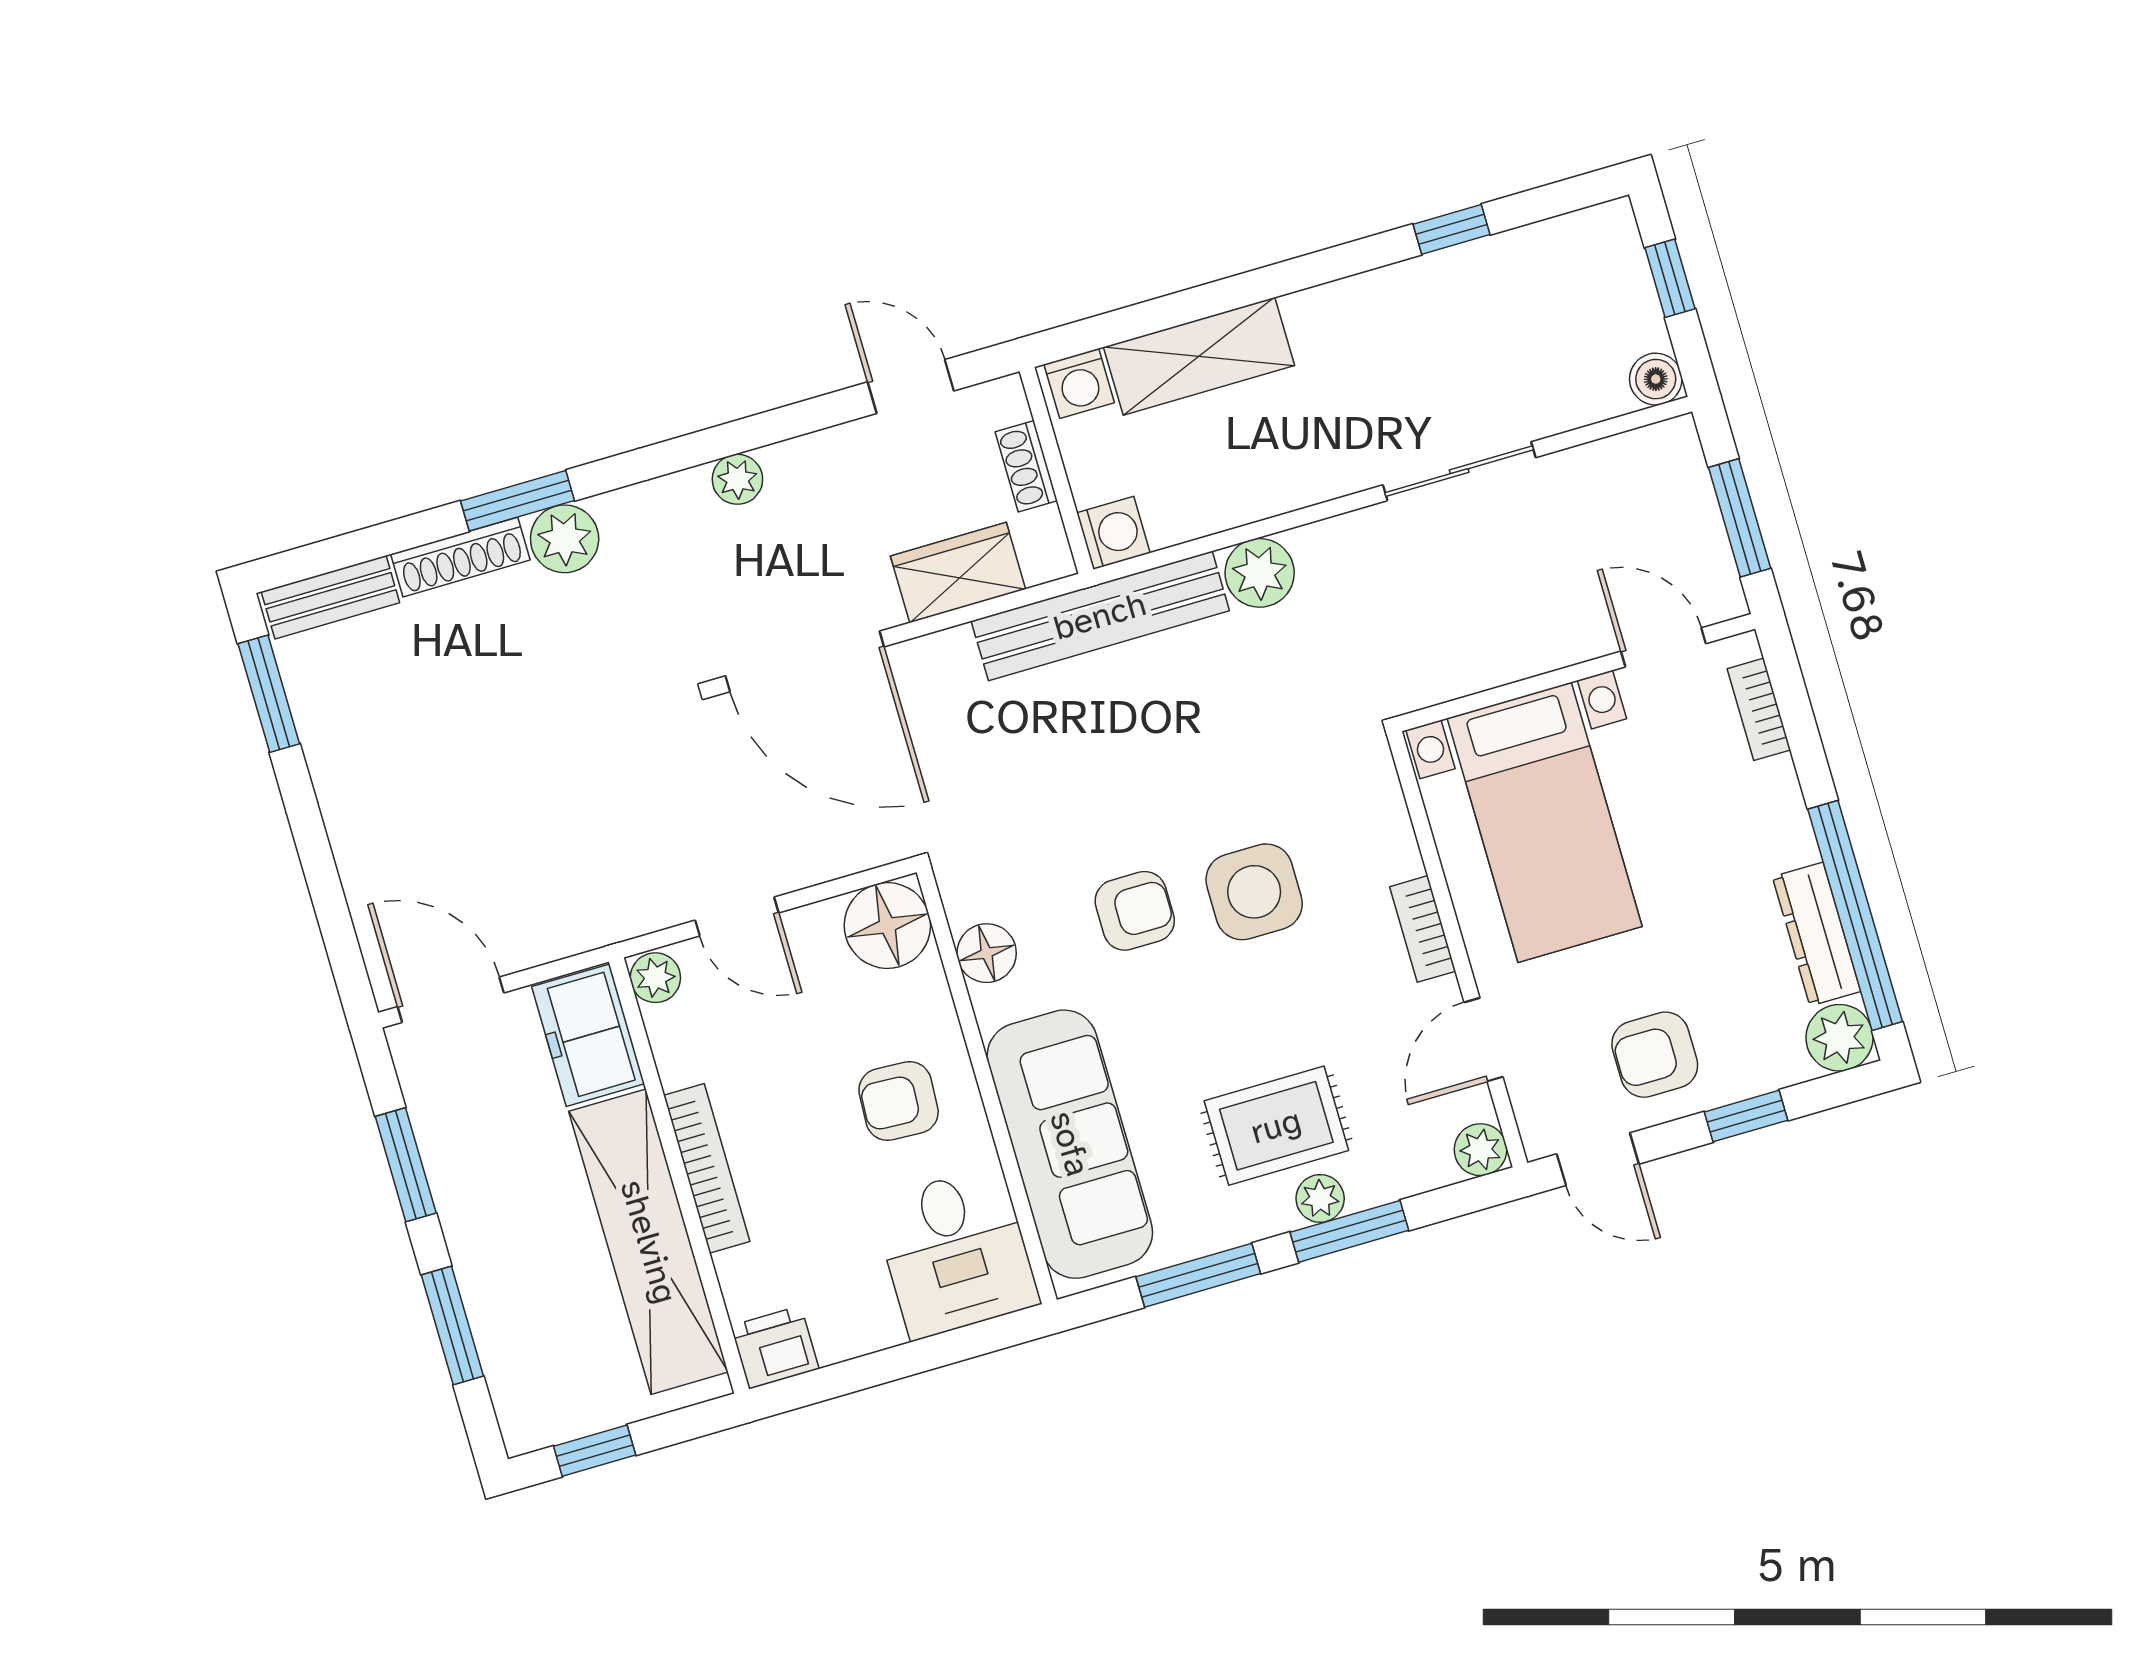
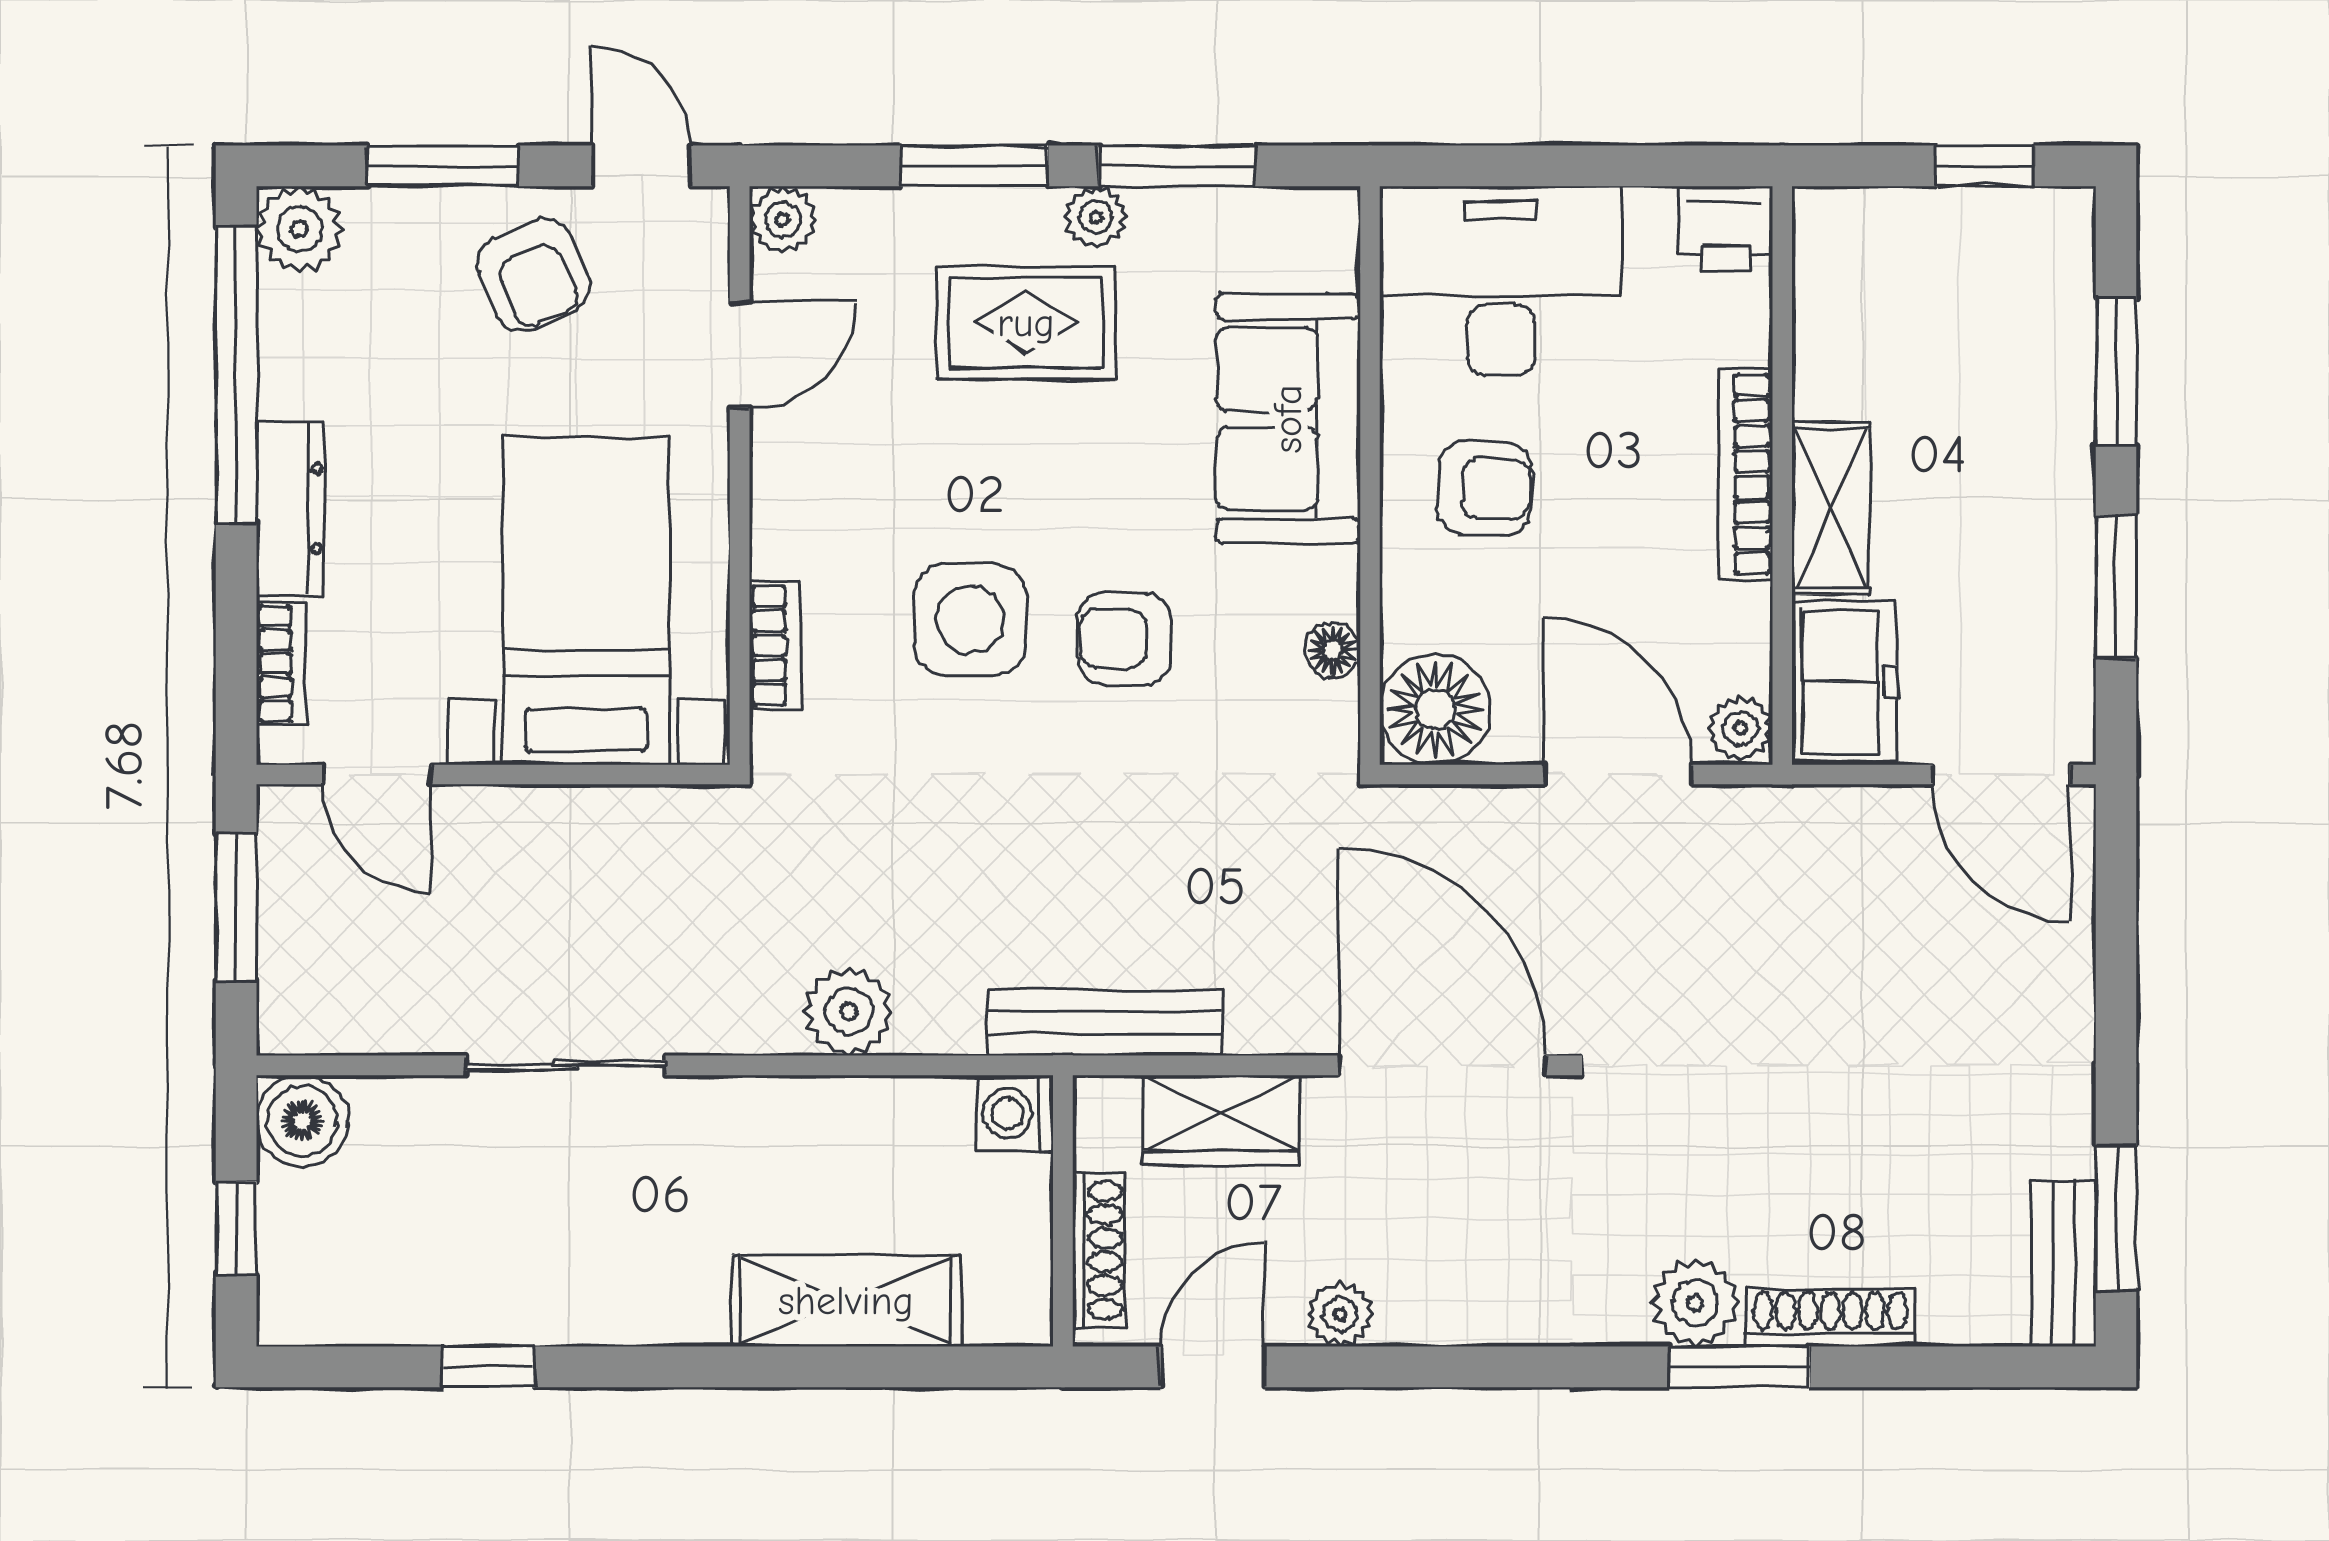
boiler: (1656, 379) -> (302, 1121), width x1.36, depth x1.36
washing machine: (1079, 383) -> (1004, 1310), removed
door: (911, 386) -> (1213, 1367), swing flipped
shoe rack: (1026, 466) -> (1099, 1250), width x1.43
plant: (737, 479) -> (1340, 1314), moved
bench: (330, 597) -> (2064, 1263), moved, turned 90
bench: (1100, 616) -> (1104, 1023), width x0.73, depth x0.82
door: (737, 917) -> (1618, 774), width x1.38
bookcase: (1423, 929) -> (775, 646), moved
dresser: (1817, 934) -> (290, 509), moved
floor lamp: (987, 953) -> (1333, 650), width x0.73, depth x0.73
armchair: (1655, 1055) -> (534, 275), turned 67
window: (1746, 1116) -> (443, 166), width x1.50
sofa: (1070, 1144) -> (1288, 419), width x0.73
plant: (1320, 1198) -> (1096, 217), moved
shelving: (649, 1242) -> (1831, 508), width x0.45, depth x0.75
desk: (956, 1252) -> (1501, 281), width x1.37

